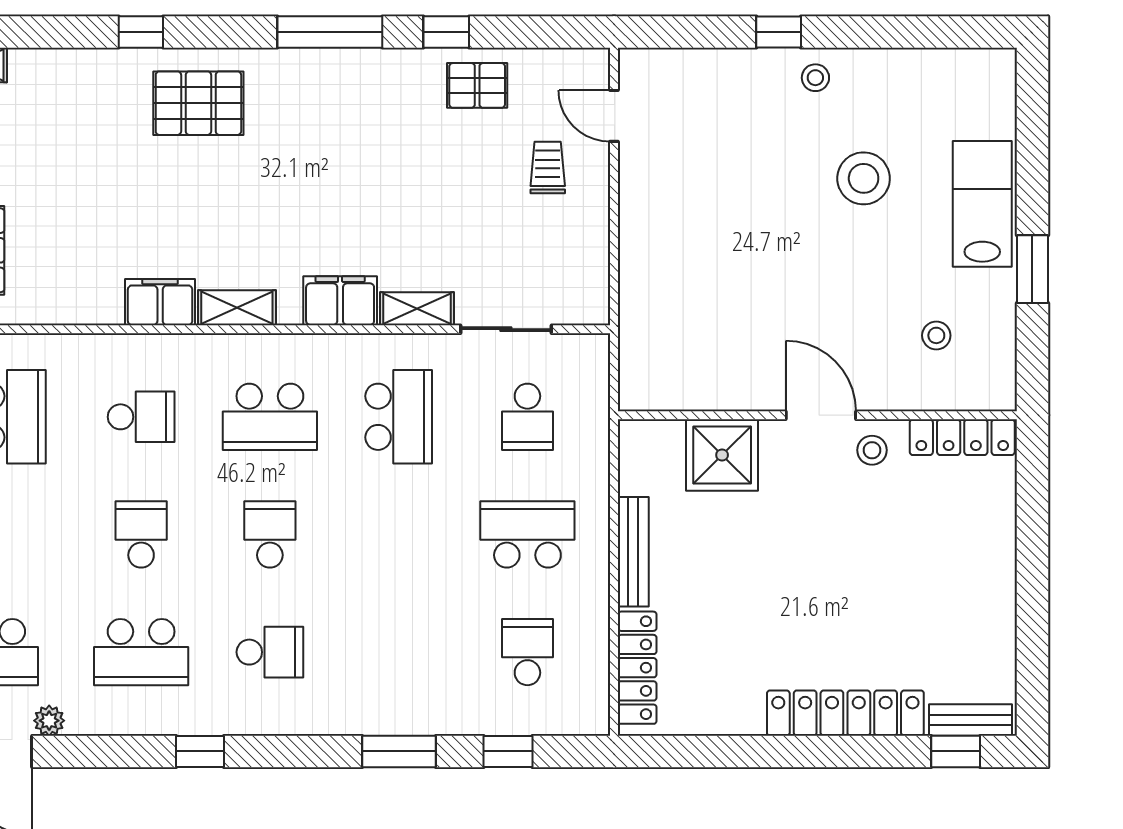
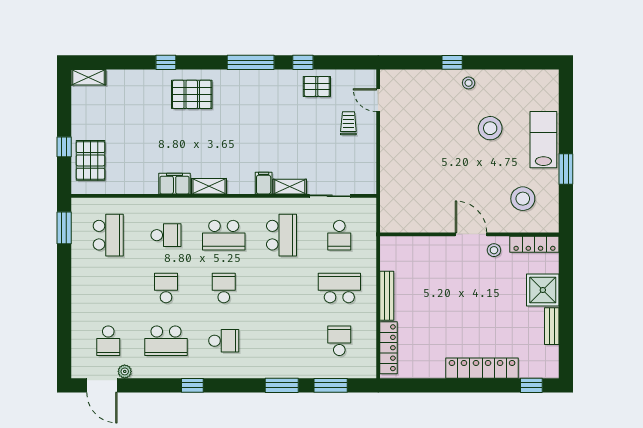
filing cabinet: (340, 301) -> (264, 183), width x0.50
stool: (936, 335) -> (523, 199), width x1.89, depth x1.89
shower: (722, 455) -> (543, 290), moved
bench: (970, 720) -> (552, 326), moved, turned 90
window: (508, 751) -> (331, 385), width x1.50

